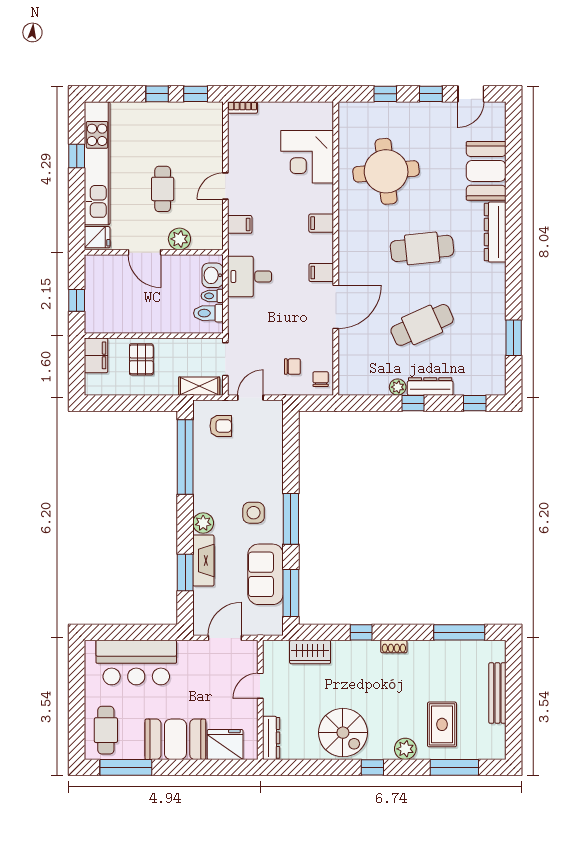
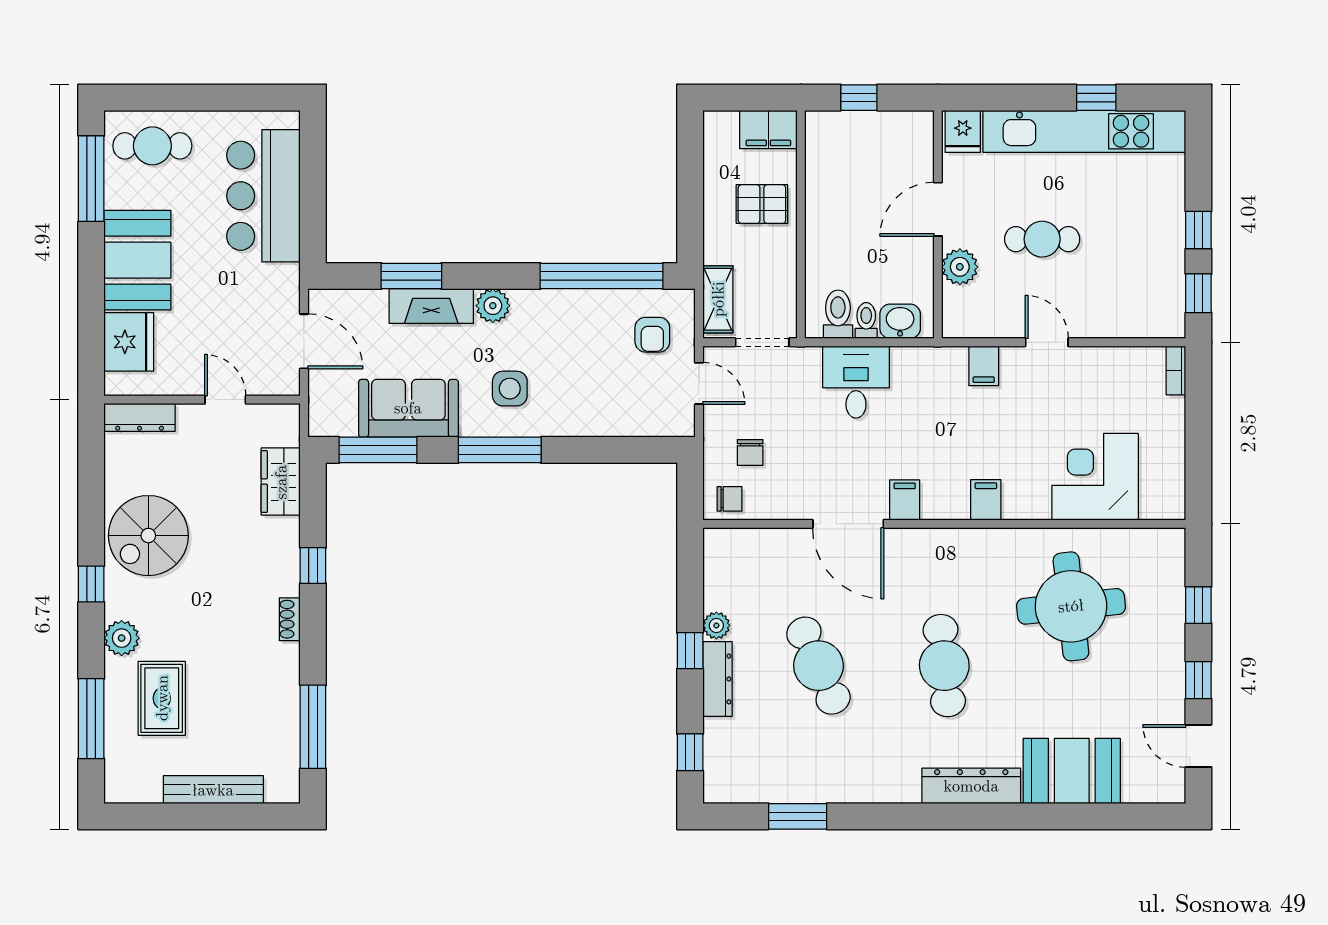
desk: (250, 276) -> (856, 382), moved
rug: (442, 724) -> (162, 698), turned 90

